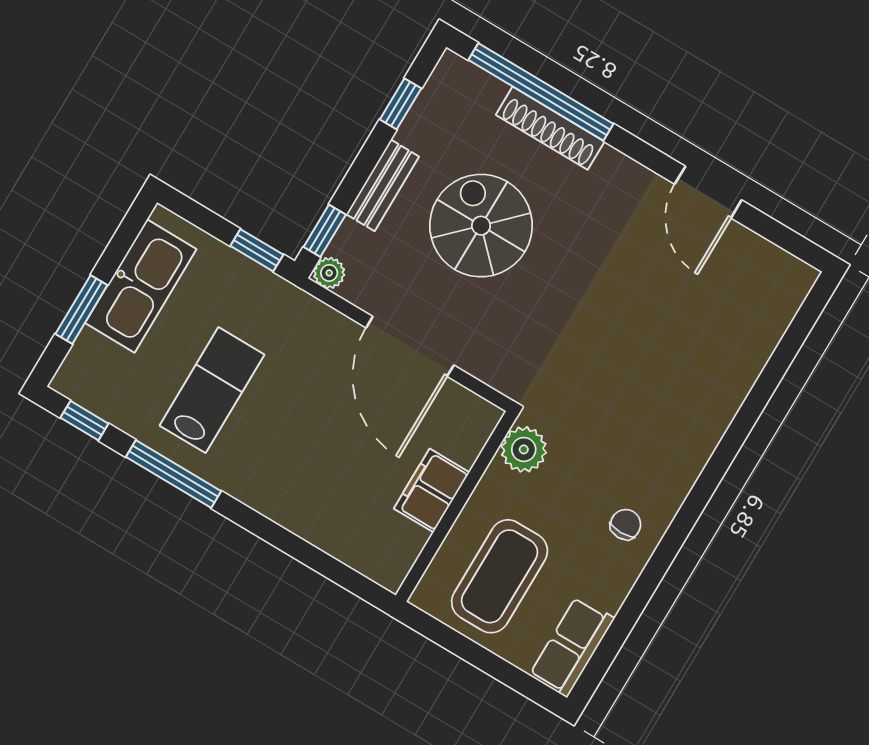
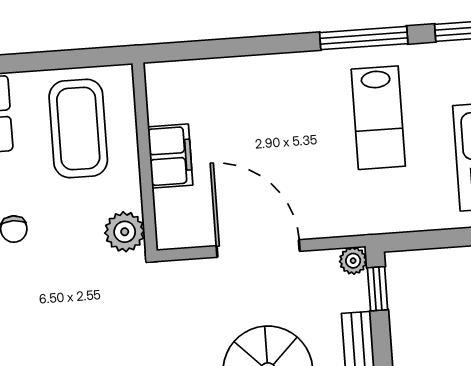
window: (257, 250) -> (416, 241), removed

